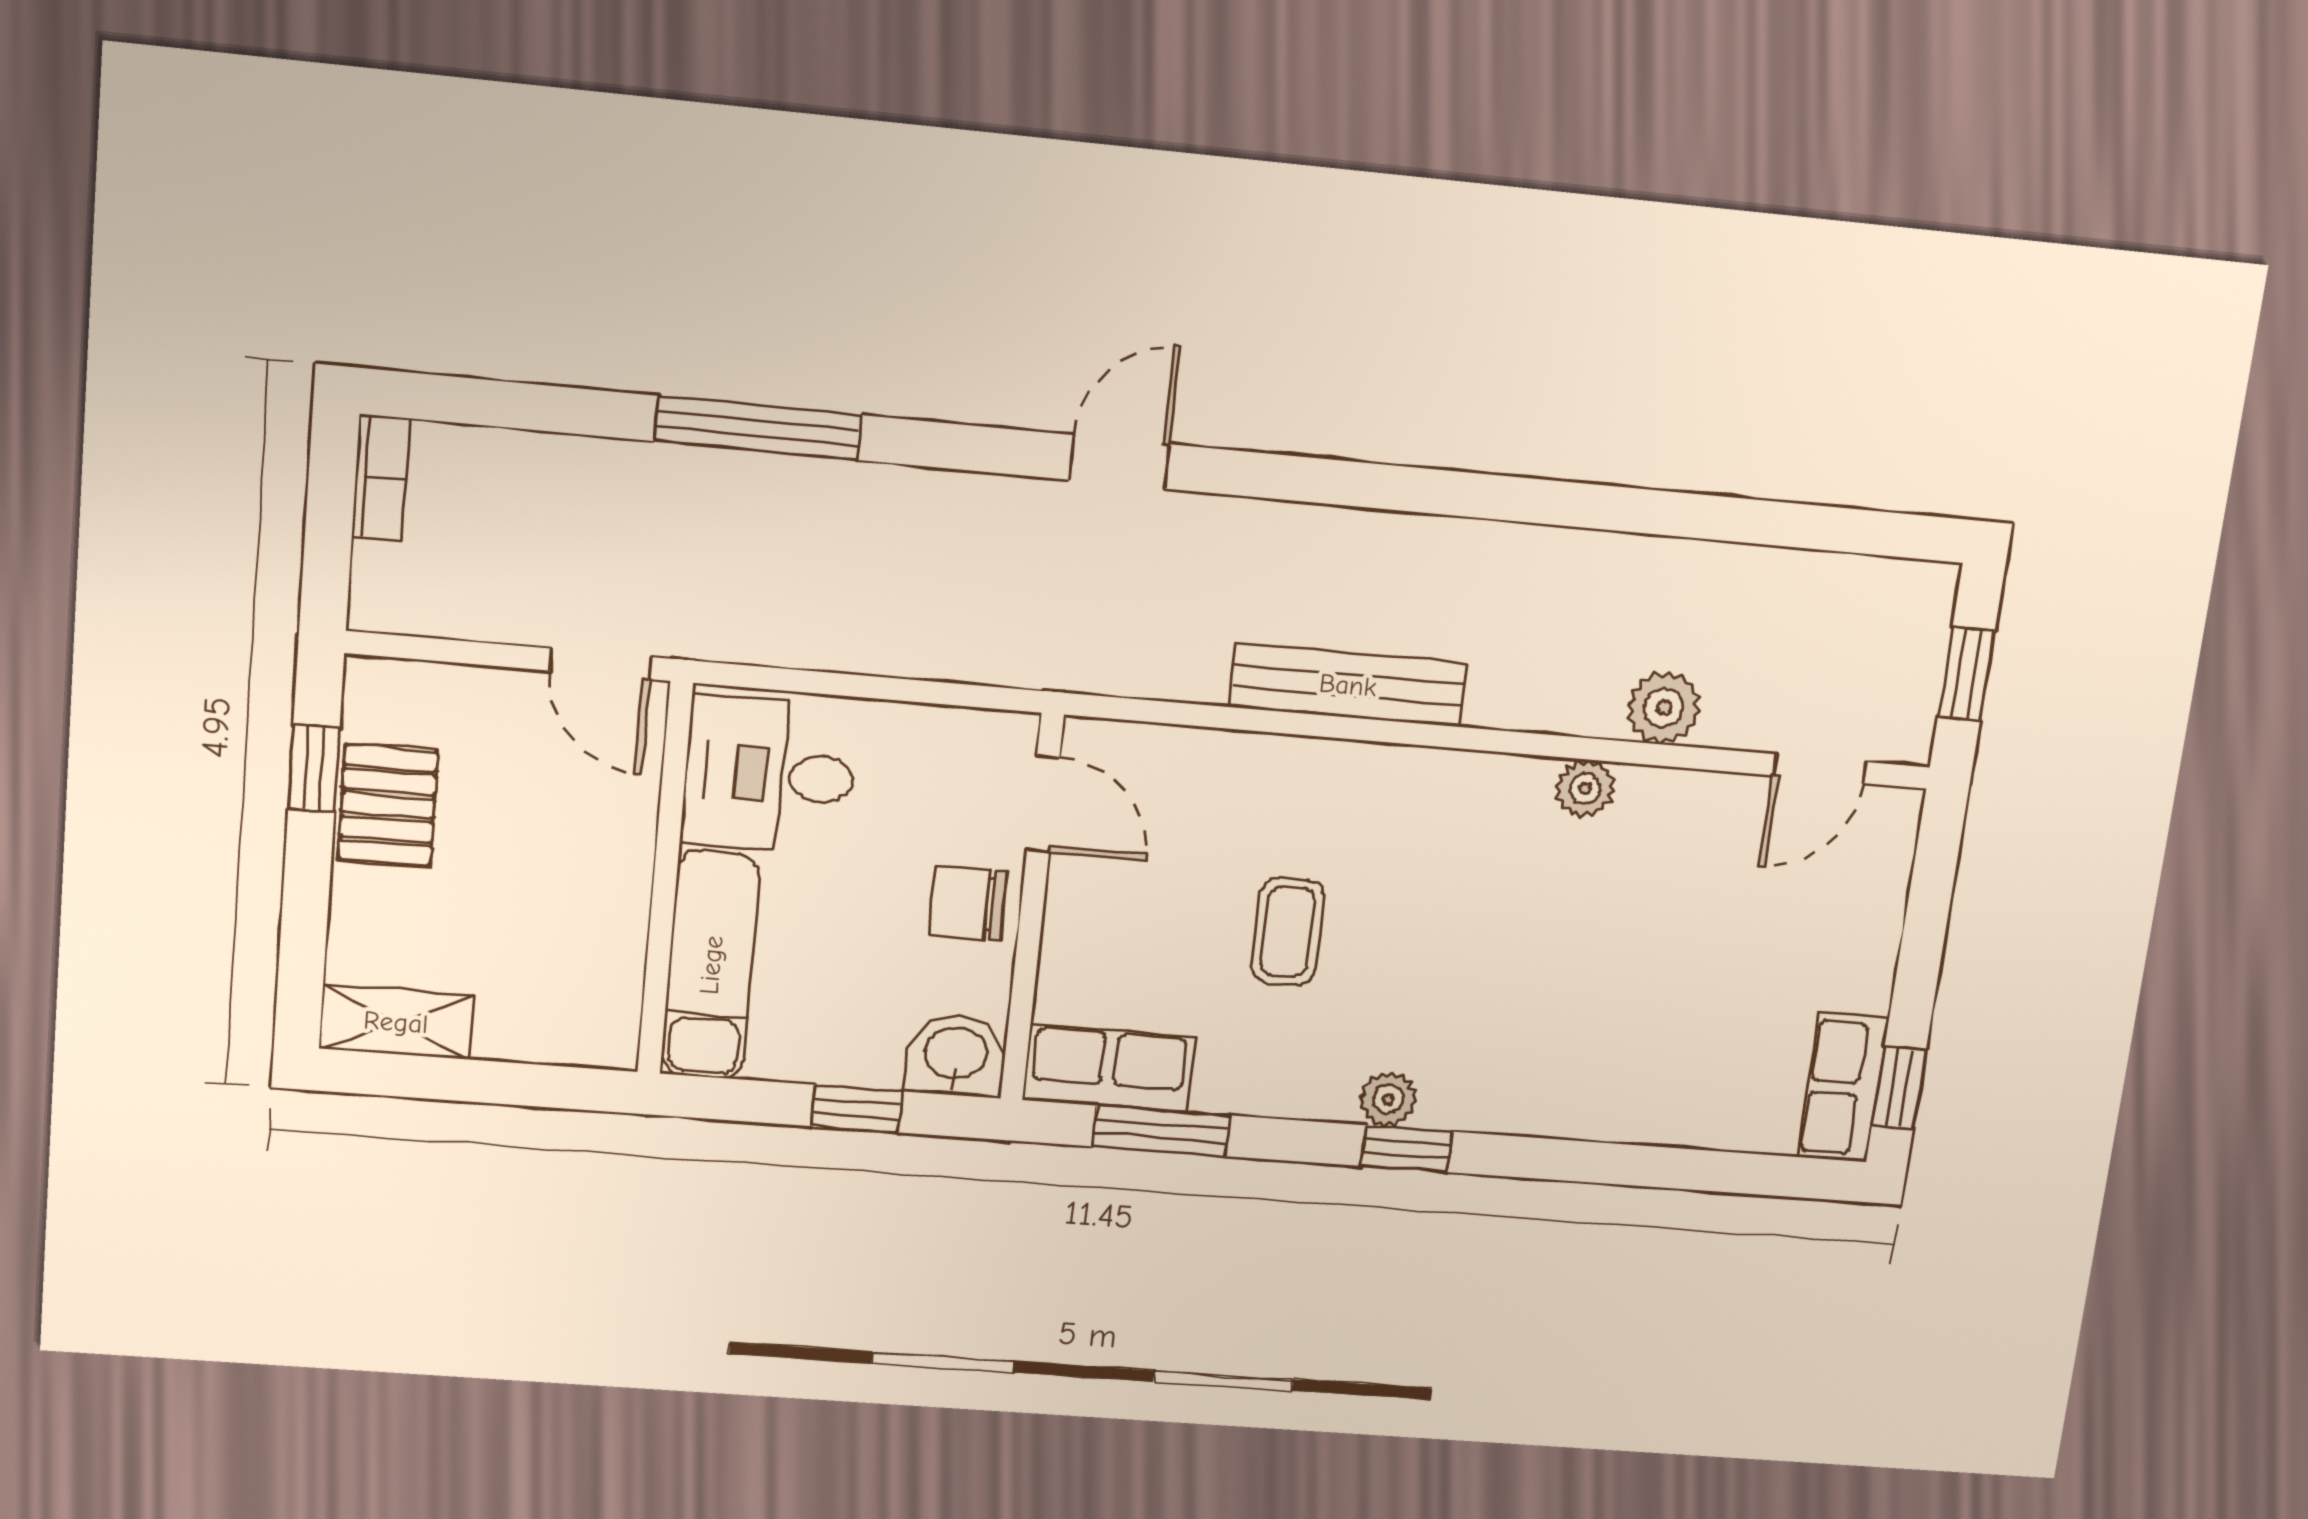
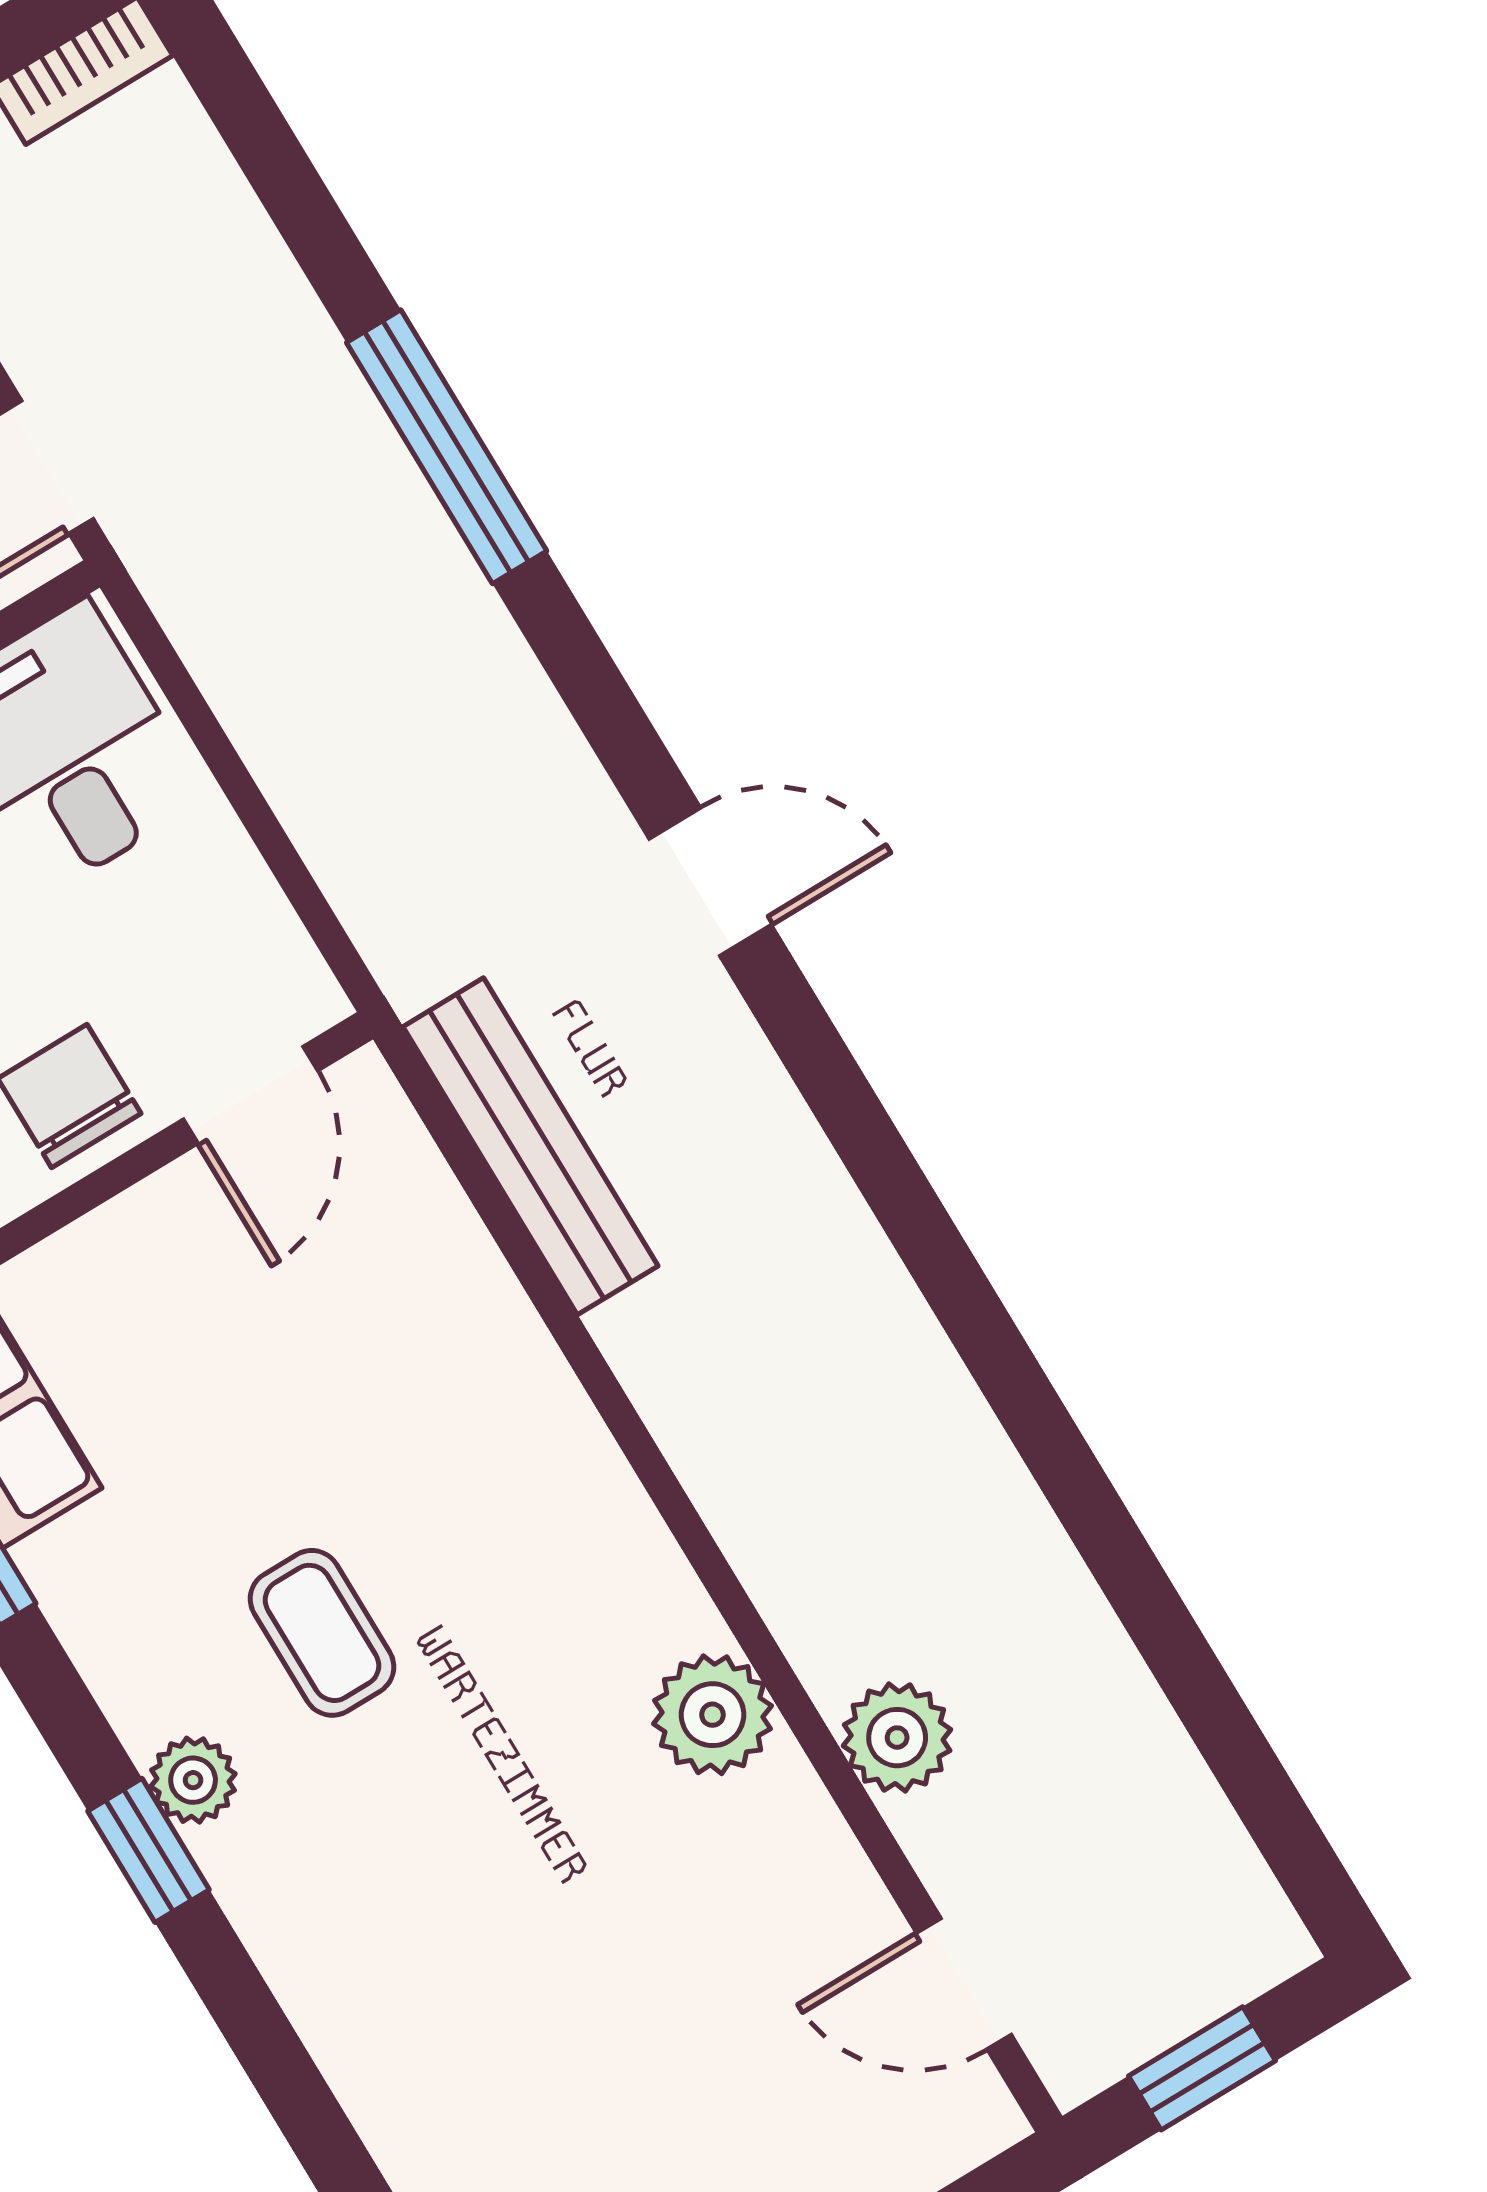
bench: (1348, 685) -> (530, 1146), moved
plant: (1585, 789) -> (712, 1715), width x1.38, depth x1.38
coffee table: (1288, 932) -> (322, 1633), moved, turned 90

